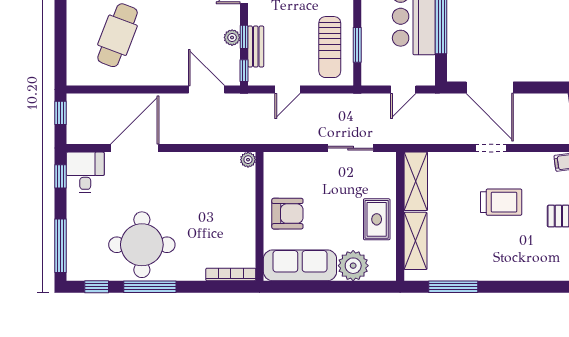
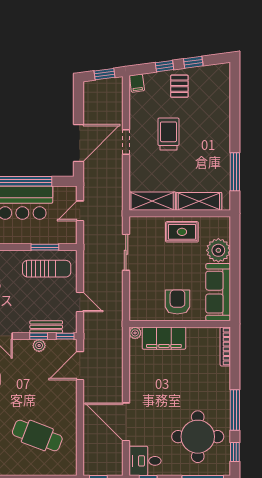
door: (403, 90) -> (80, 211), swing flipped
filing cabinet: (241, 196) -> (164, 338), added
round table: (142, 245) -> (198, 437), moved

